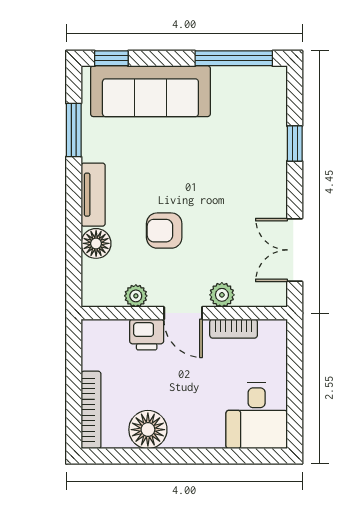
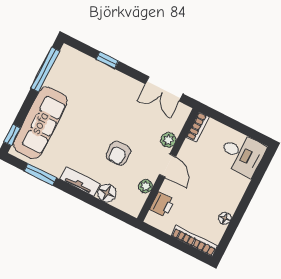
door: (183, 313) -> (168, 166), hinge flipped
bookcase: (234, 329) -> (198, 127), moved
printer: (147, 335) -> (162, 205), moved
floor lamp: (148, 430) -> (225, 218), width x0.53, depth x0.53

